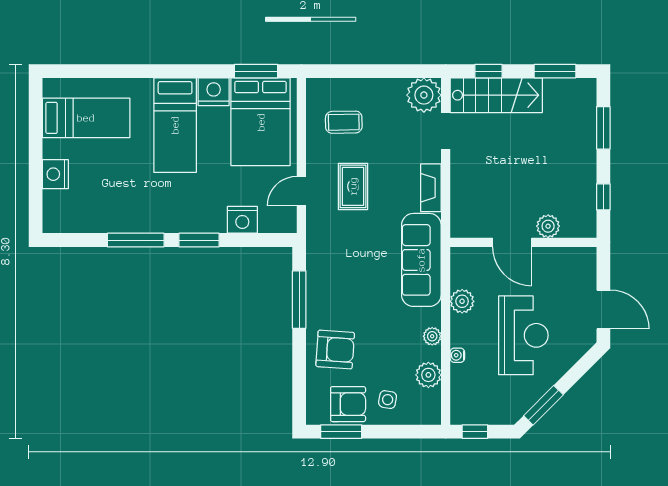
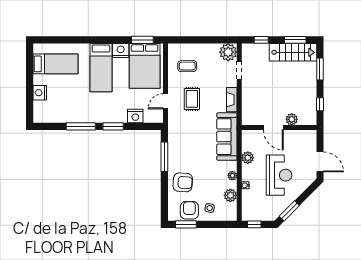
stairs: (496, 95) -> (293, 52), moved
armchair: (348, 404) -> (189, 210), turned -90

